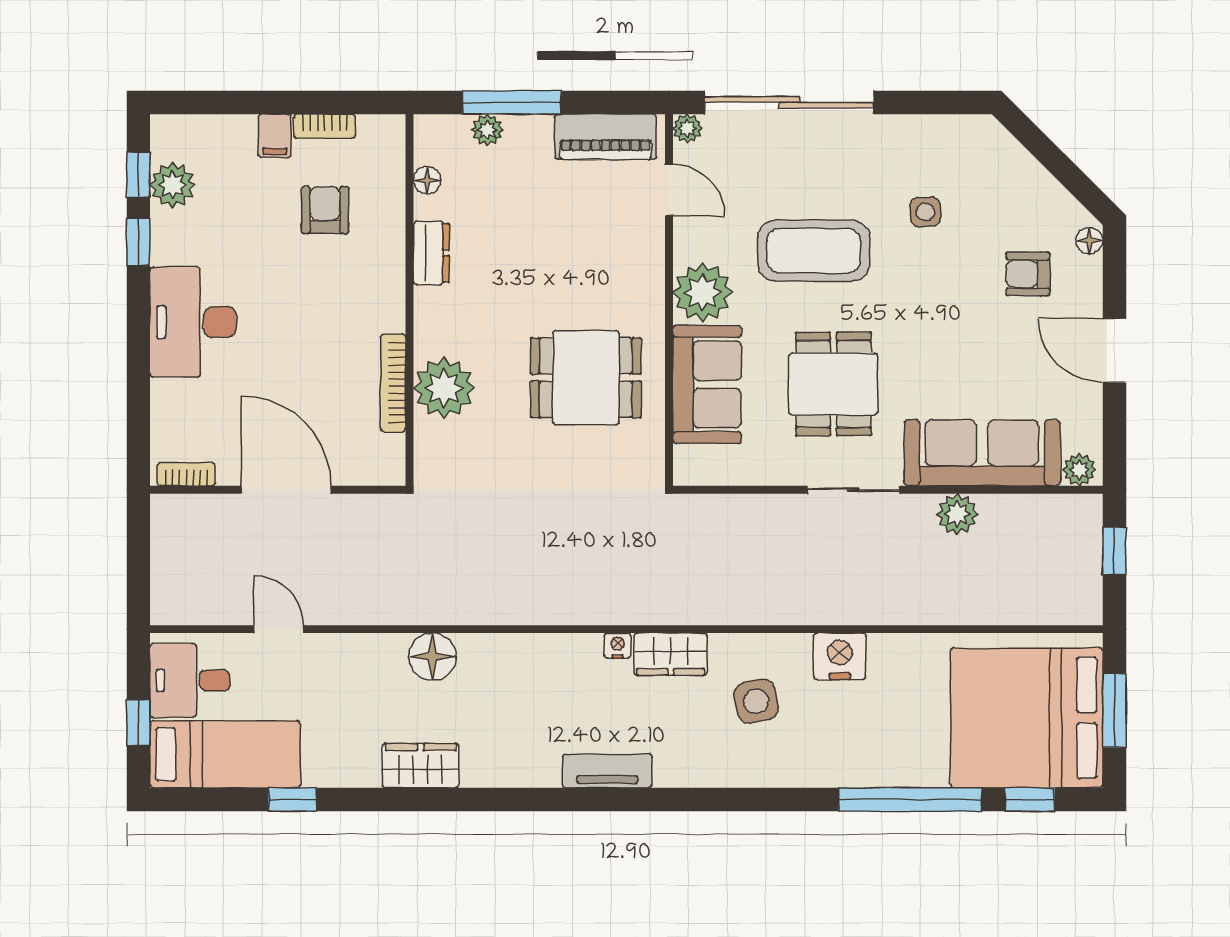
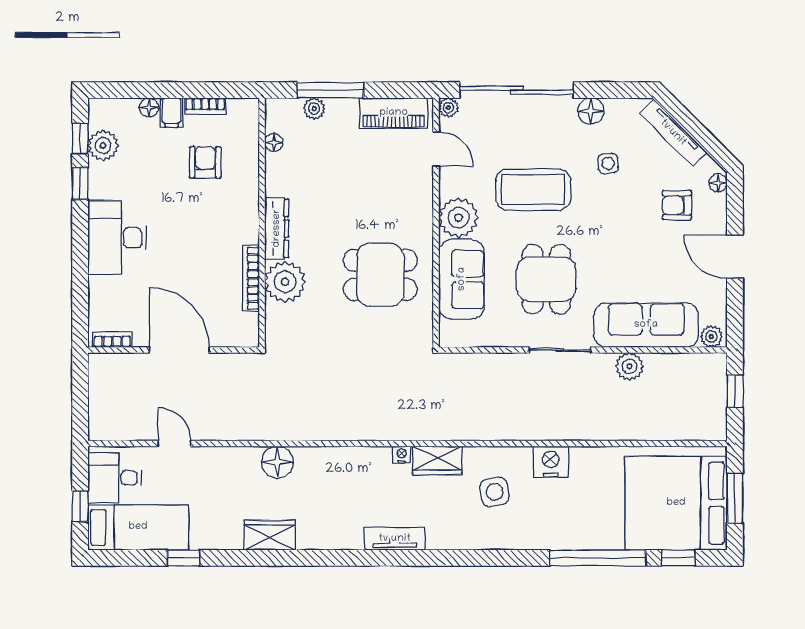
floor lamp: (241, 128) -> (149, 107), added
floor lamp: (900, 134) -> (591, 111), added
tv unit: (1022, 166) -> (673, 133), added
dresser: (431, 253) -> (277, 228), moved, width x1.44

